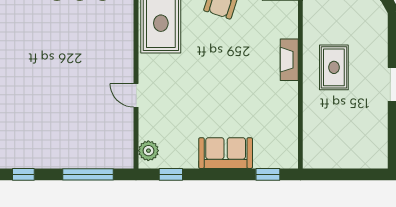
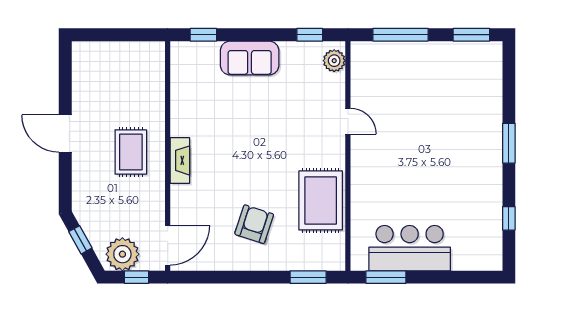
window: (23, 174) -> (471, 35), width x1.50

